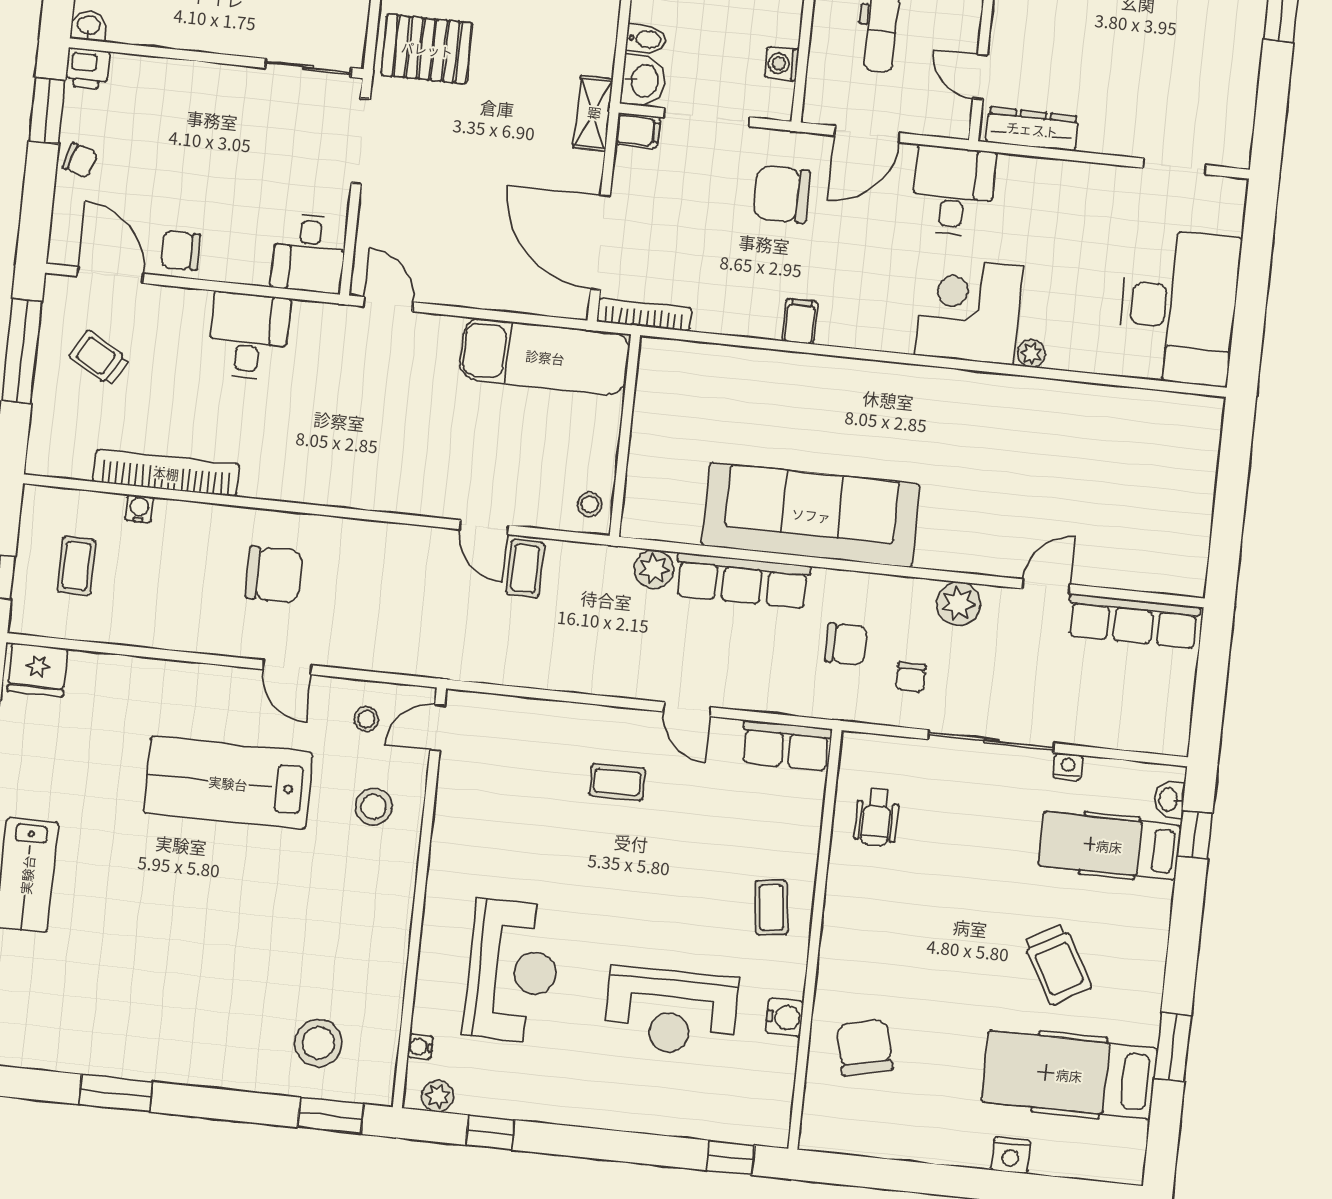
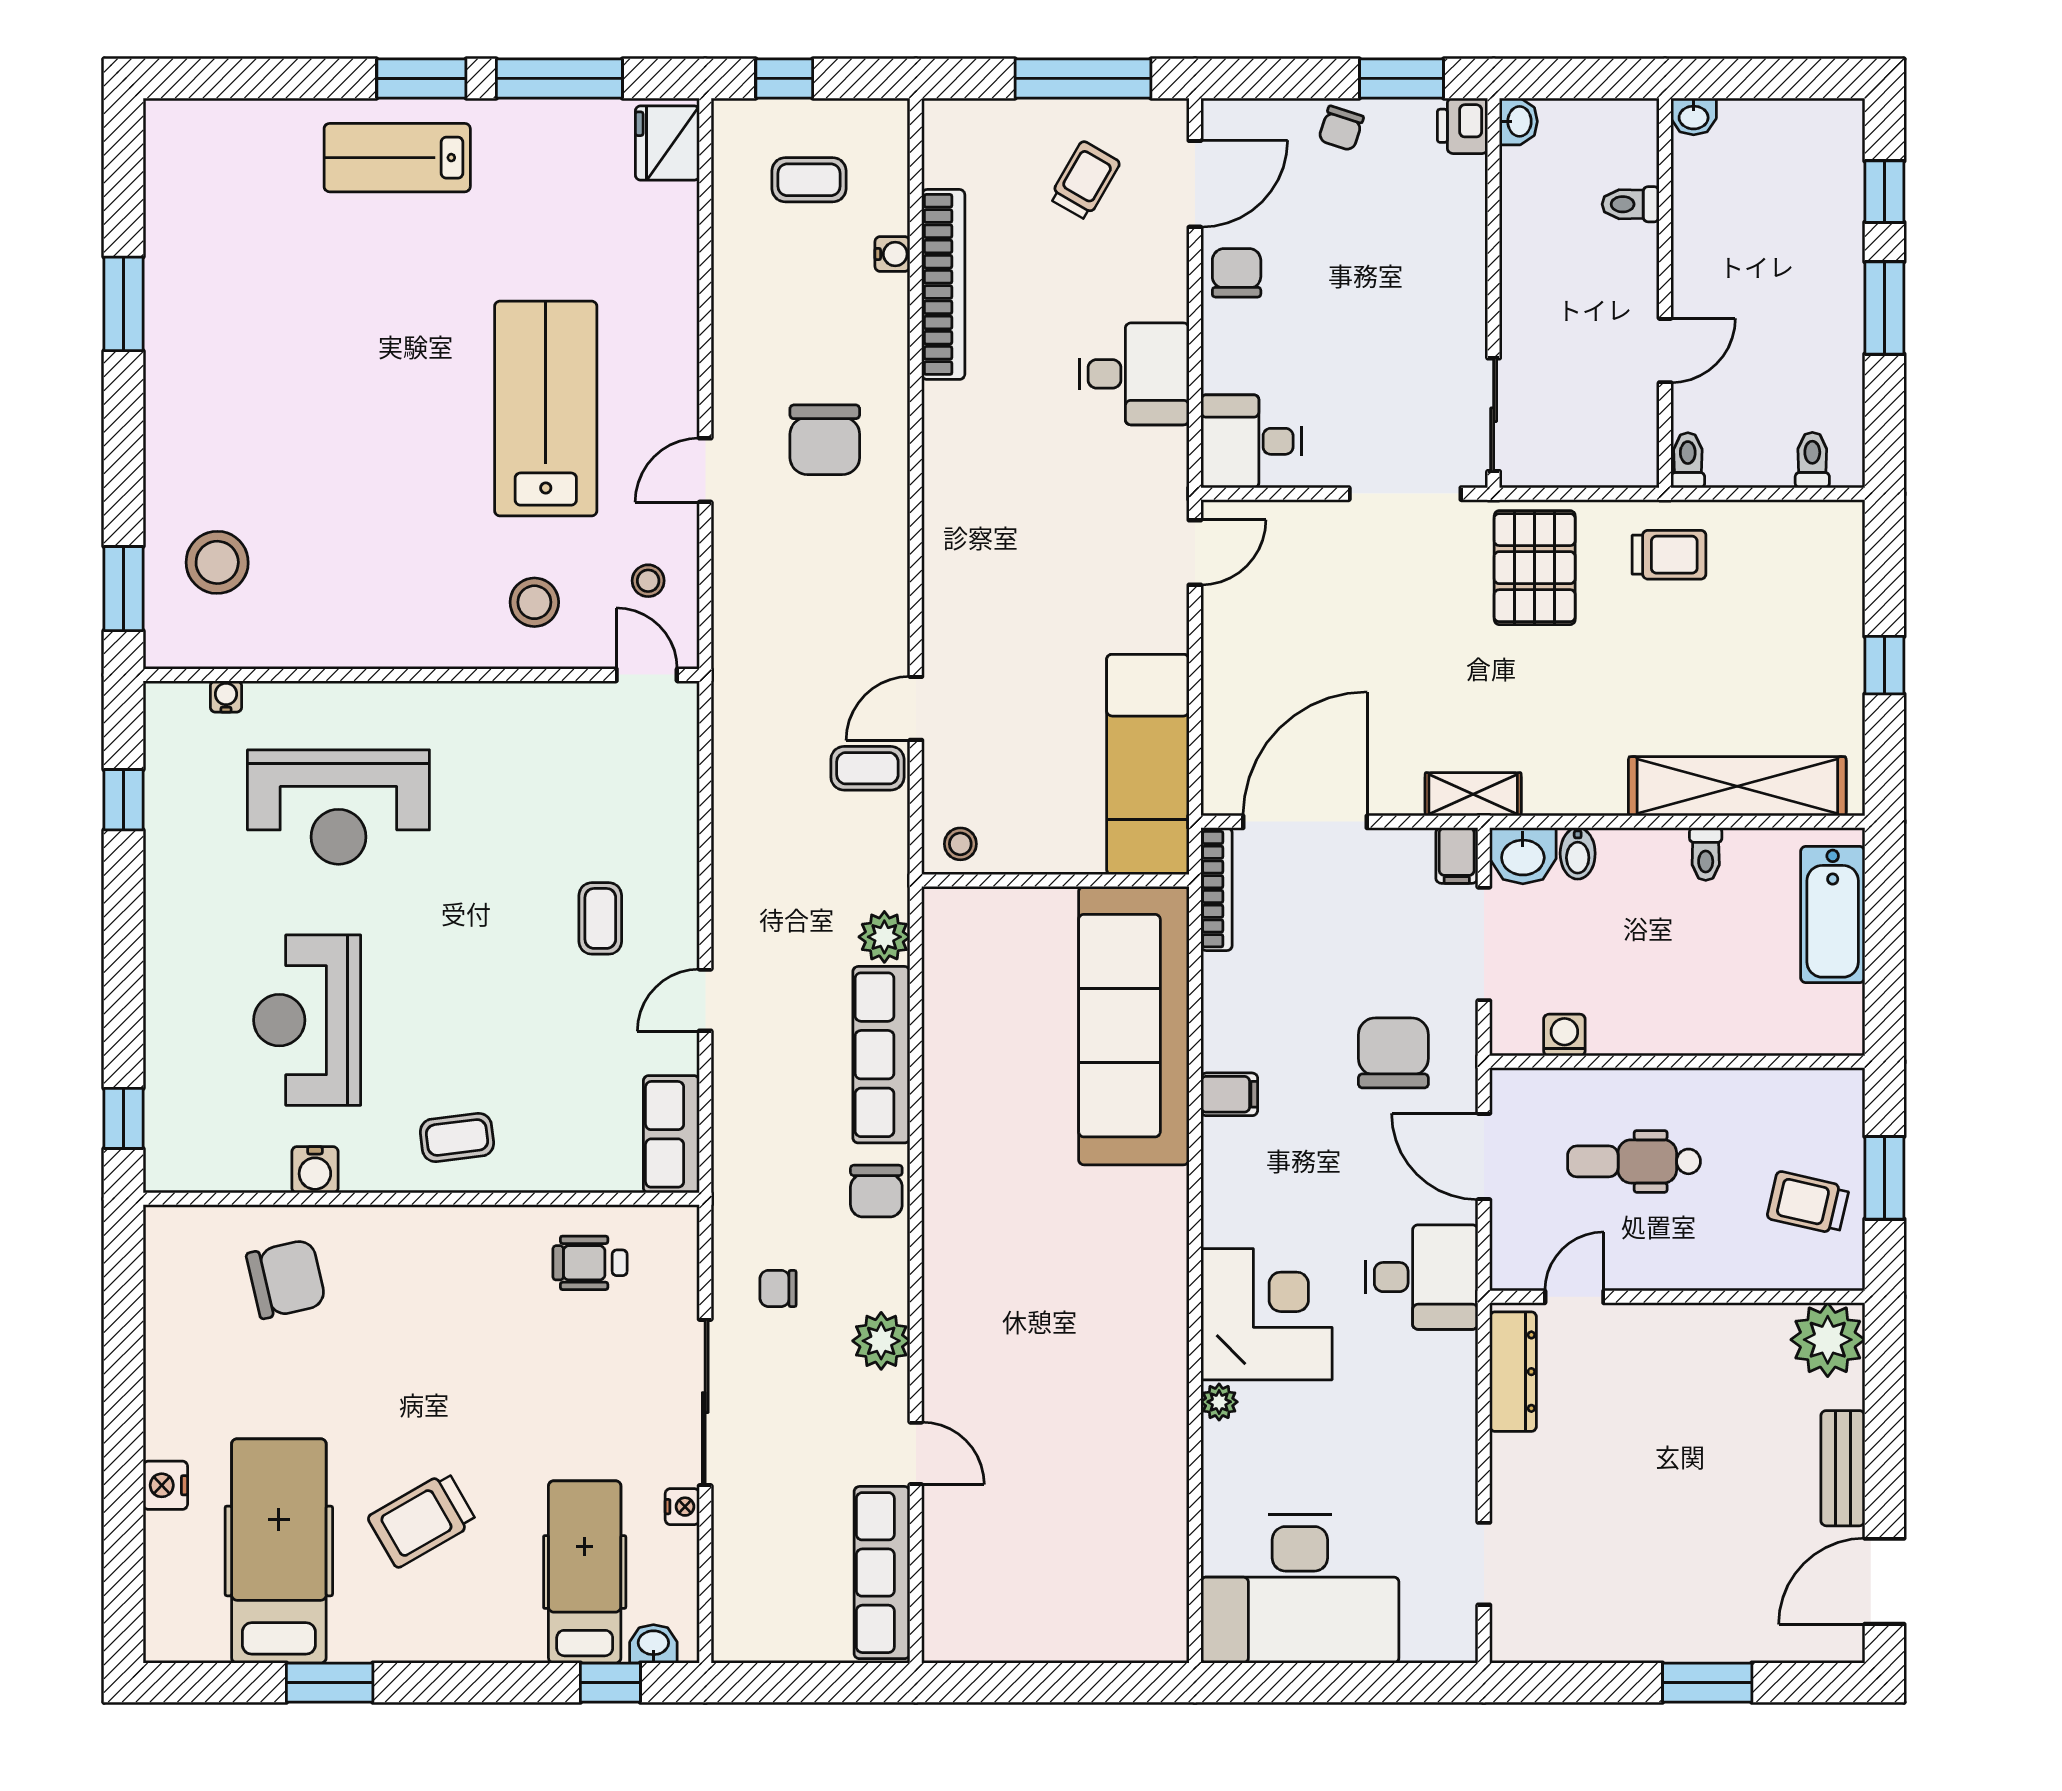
sofa: (811, 515) -> (1134, 1026), moved, turned 180
chair: (846, 644) -> (876, 1191), moved
plant: (438, 1096) -> (164, 726), removed

